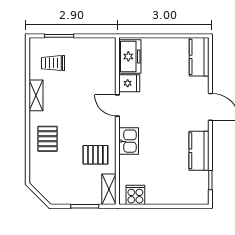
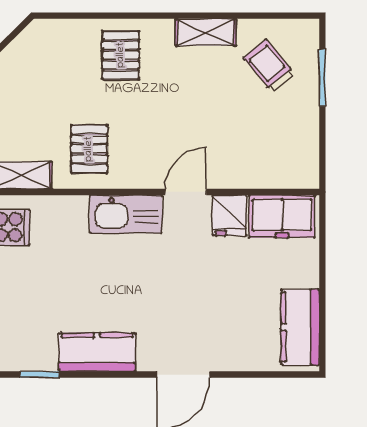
kitchen counter: (199, 57) -> (300, 327), moved, turned -90
trolley: (53, 63) -> (269, 66), turned -40
pallet: (48, 139) -> (121, 55), turned 90
kitchen sink: (129, 141) -> (126, 214), width x1.38

